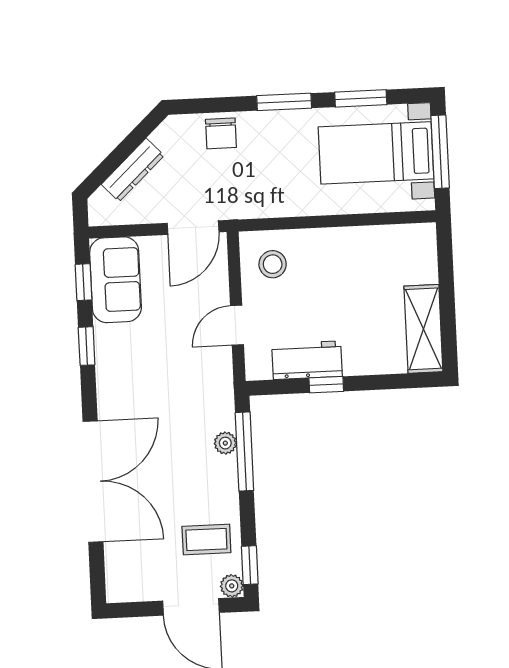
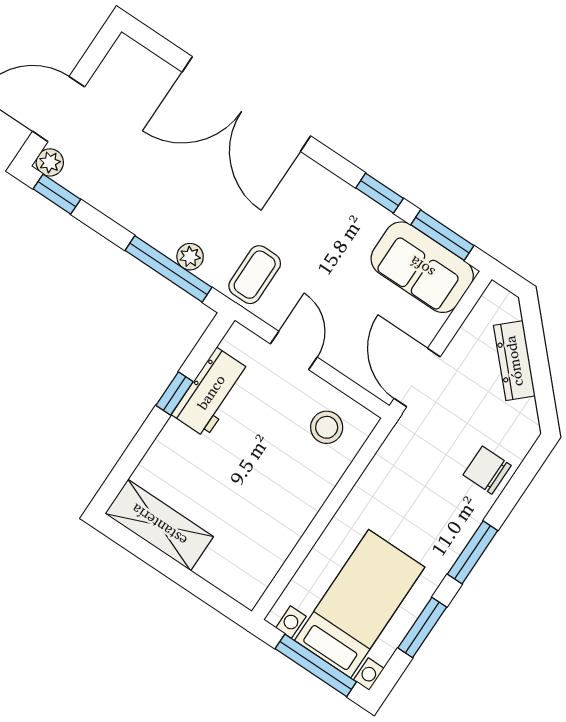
window: (84, 282) -> (442, 235), width x1.50
coffee table: (206, 539) -> (255, 275), moved

